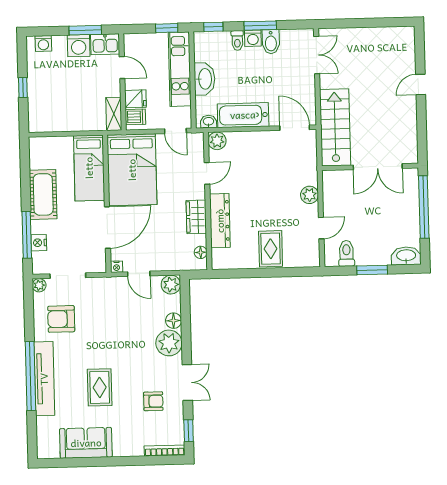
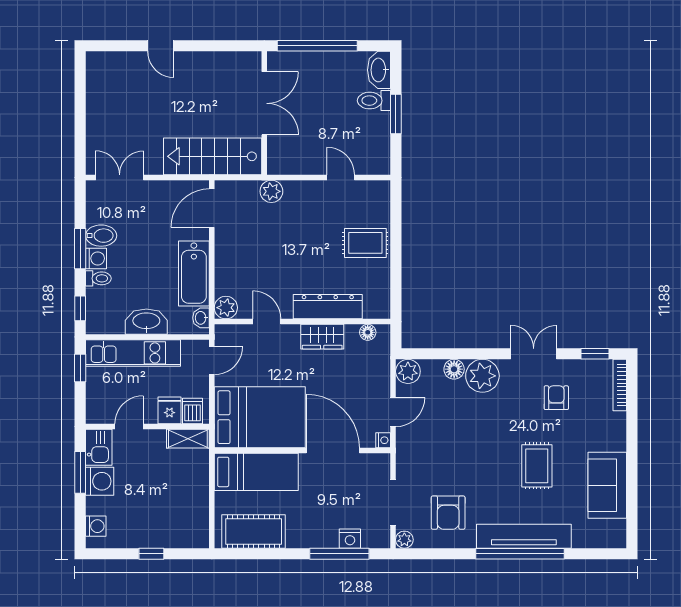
cot: (43, 194) -> (254, 531), moved
plant: (309, 195) -> (271, 191), moved
toilet: (346, 253) -> (374, 101), moved
rug: (100, 387) -> (537, 466), turned 90

